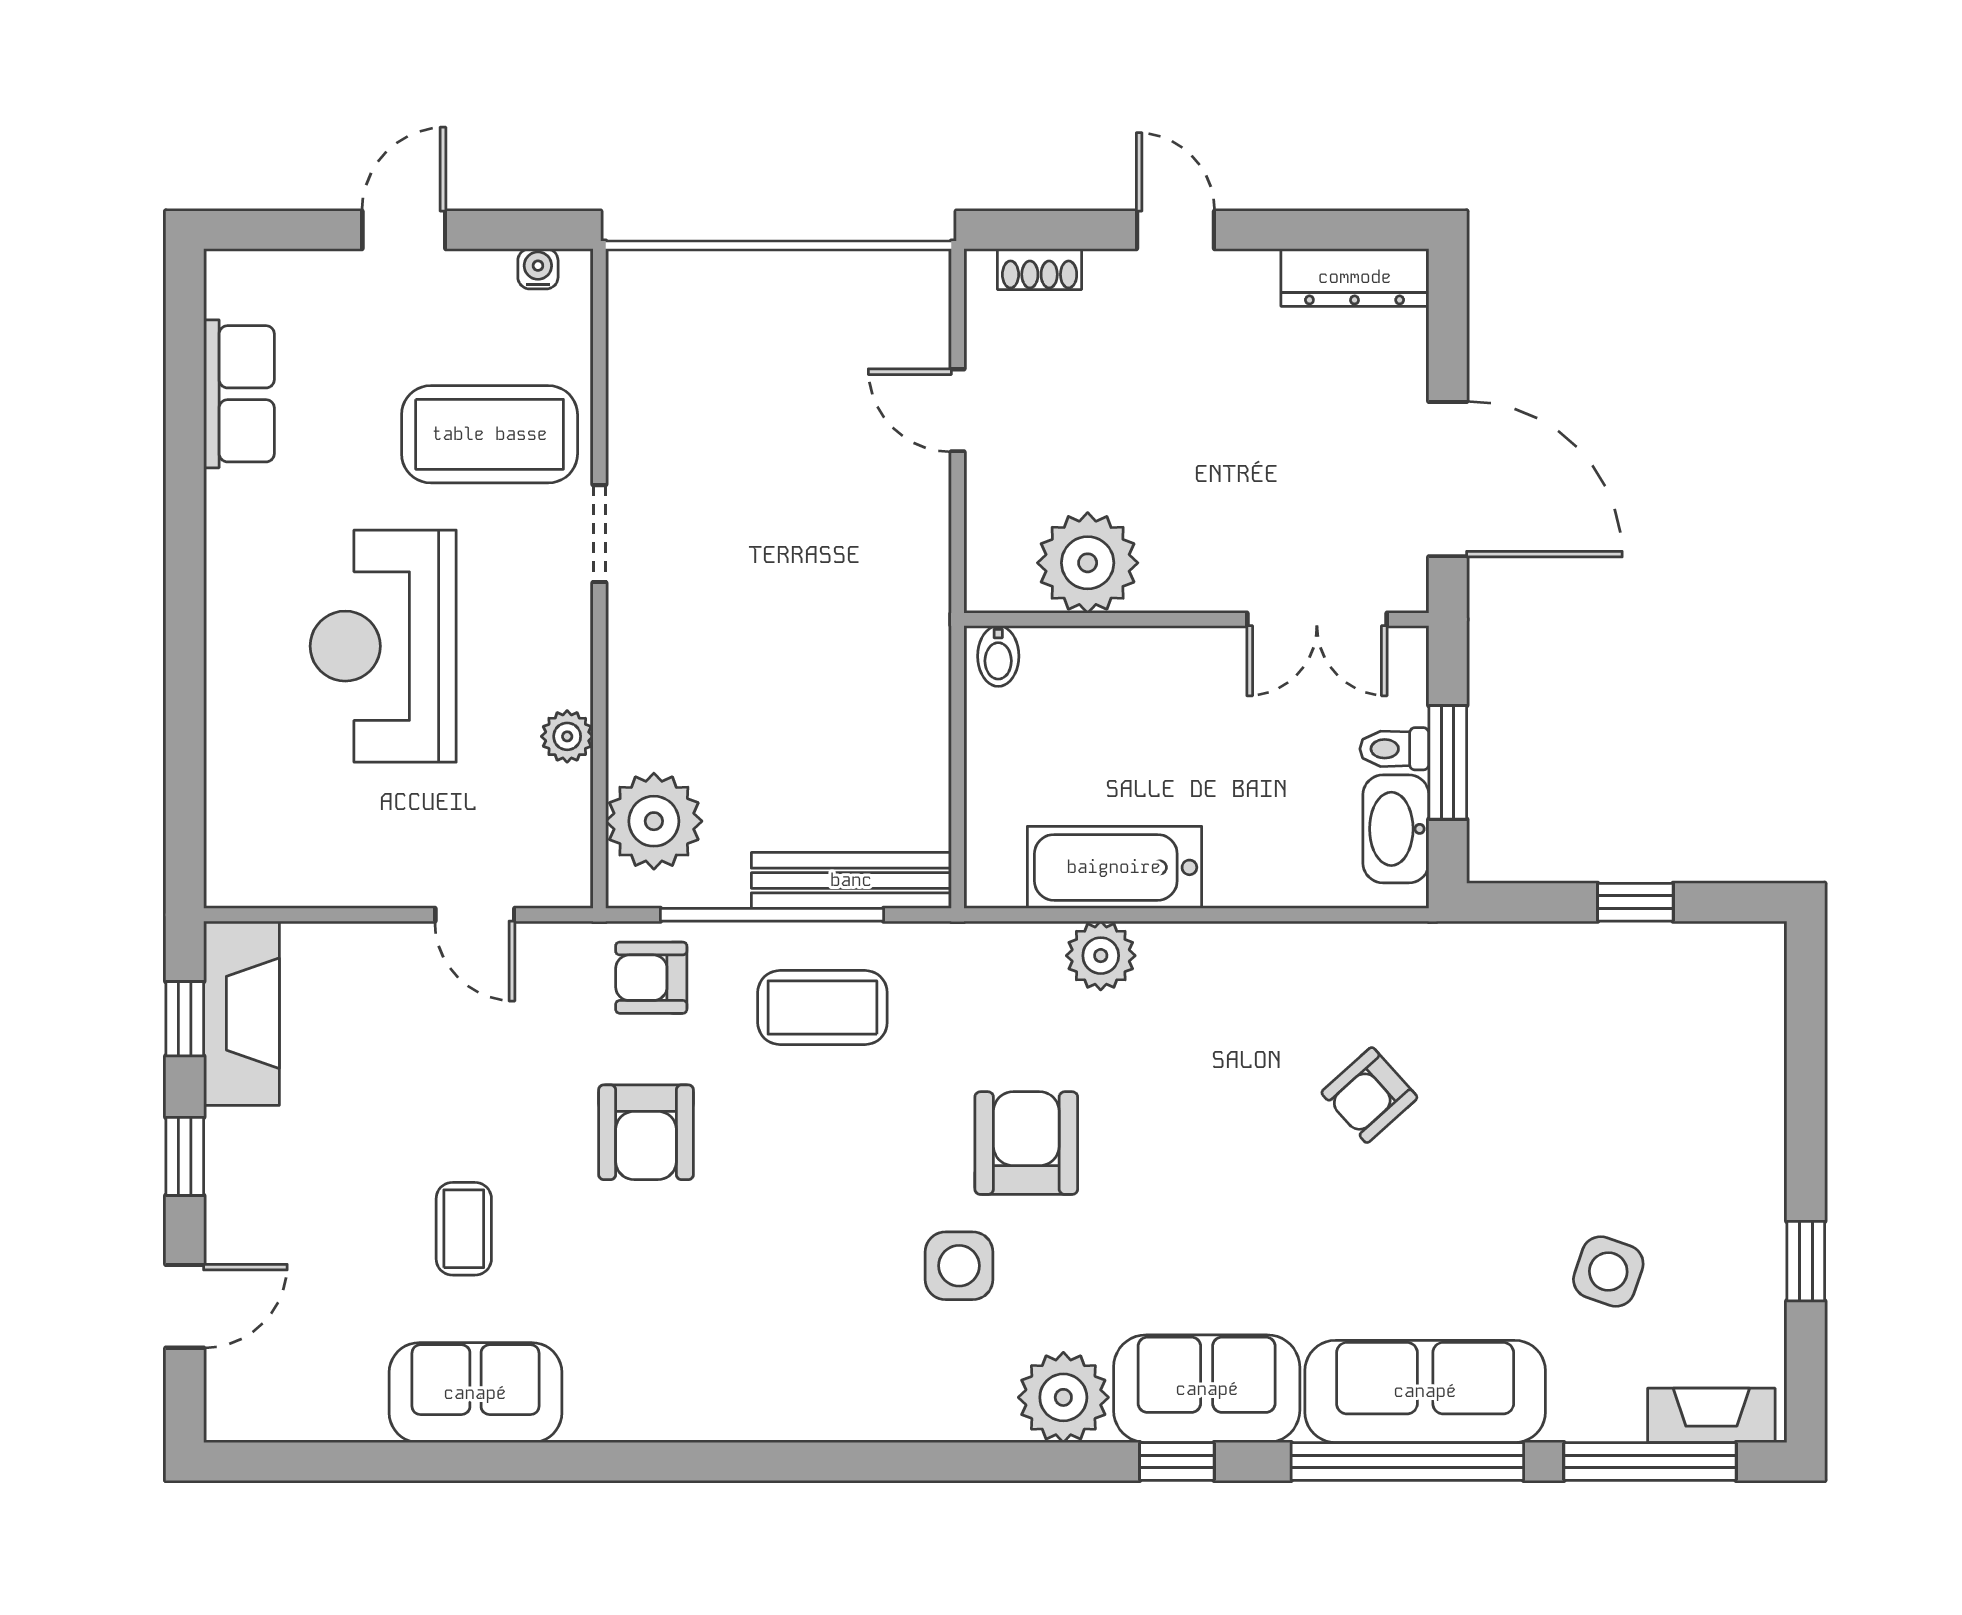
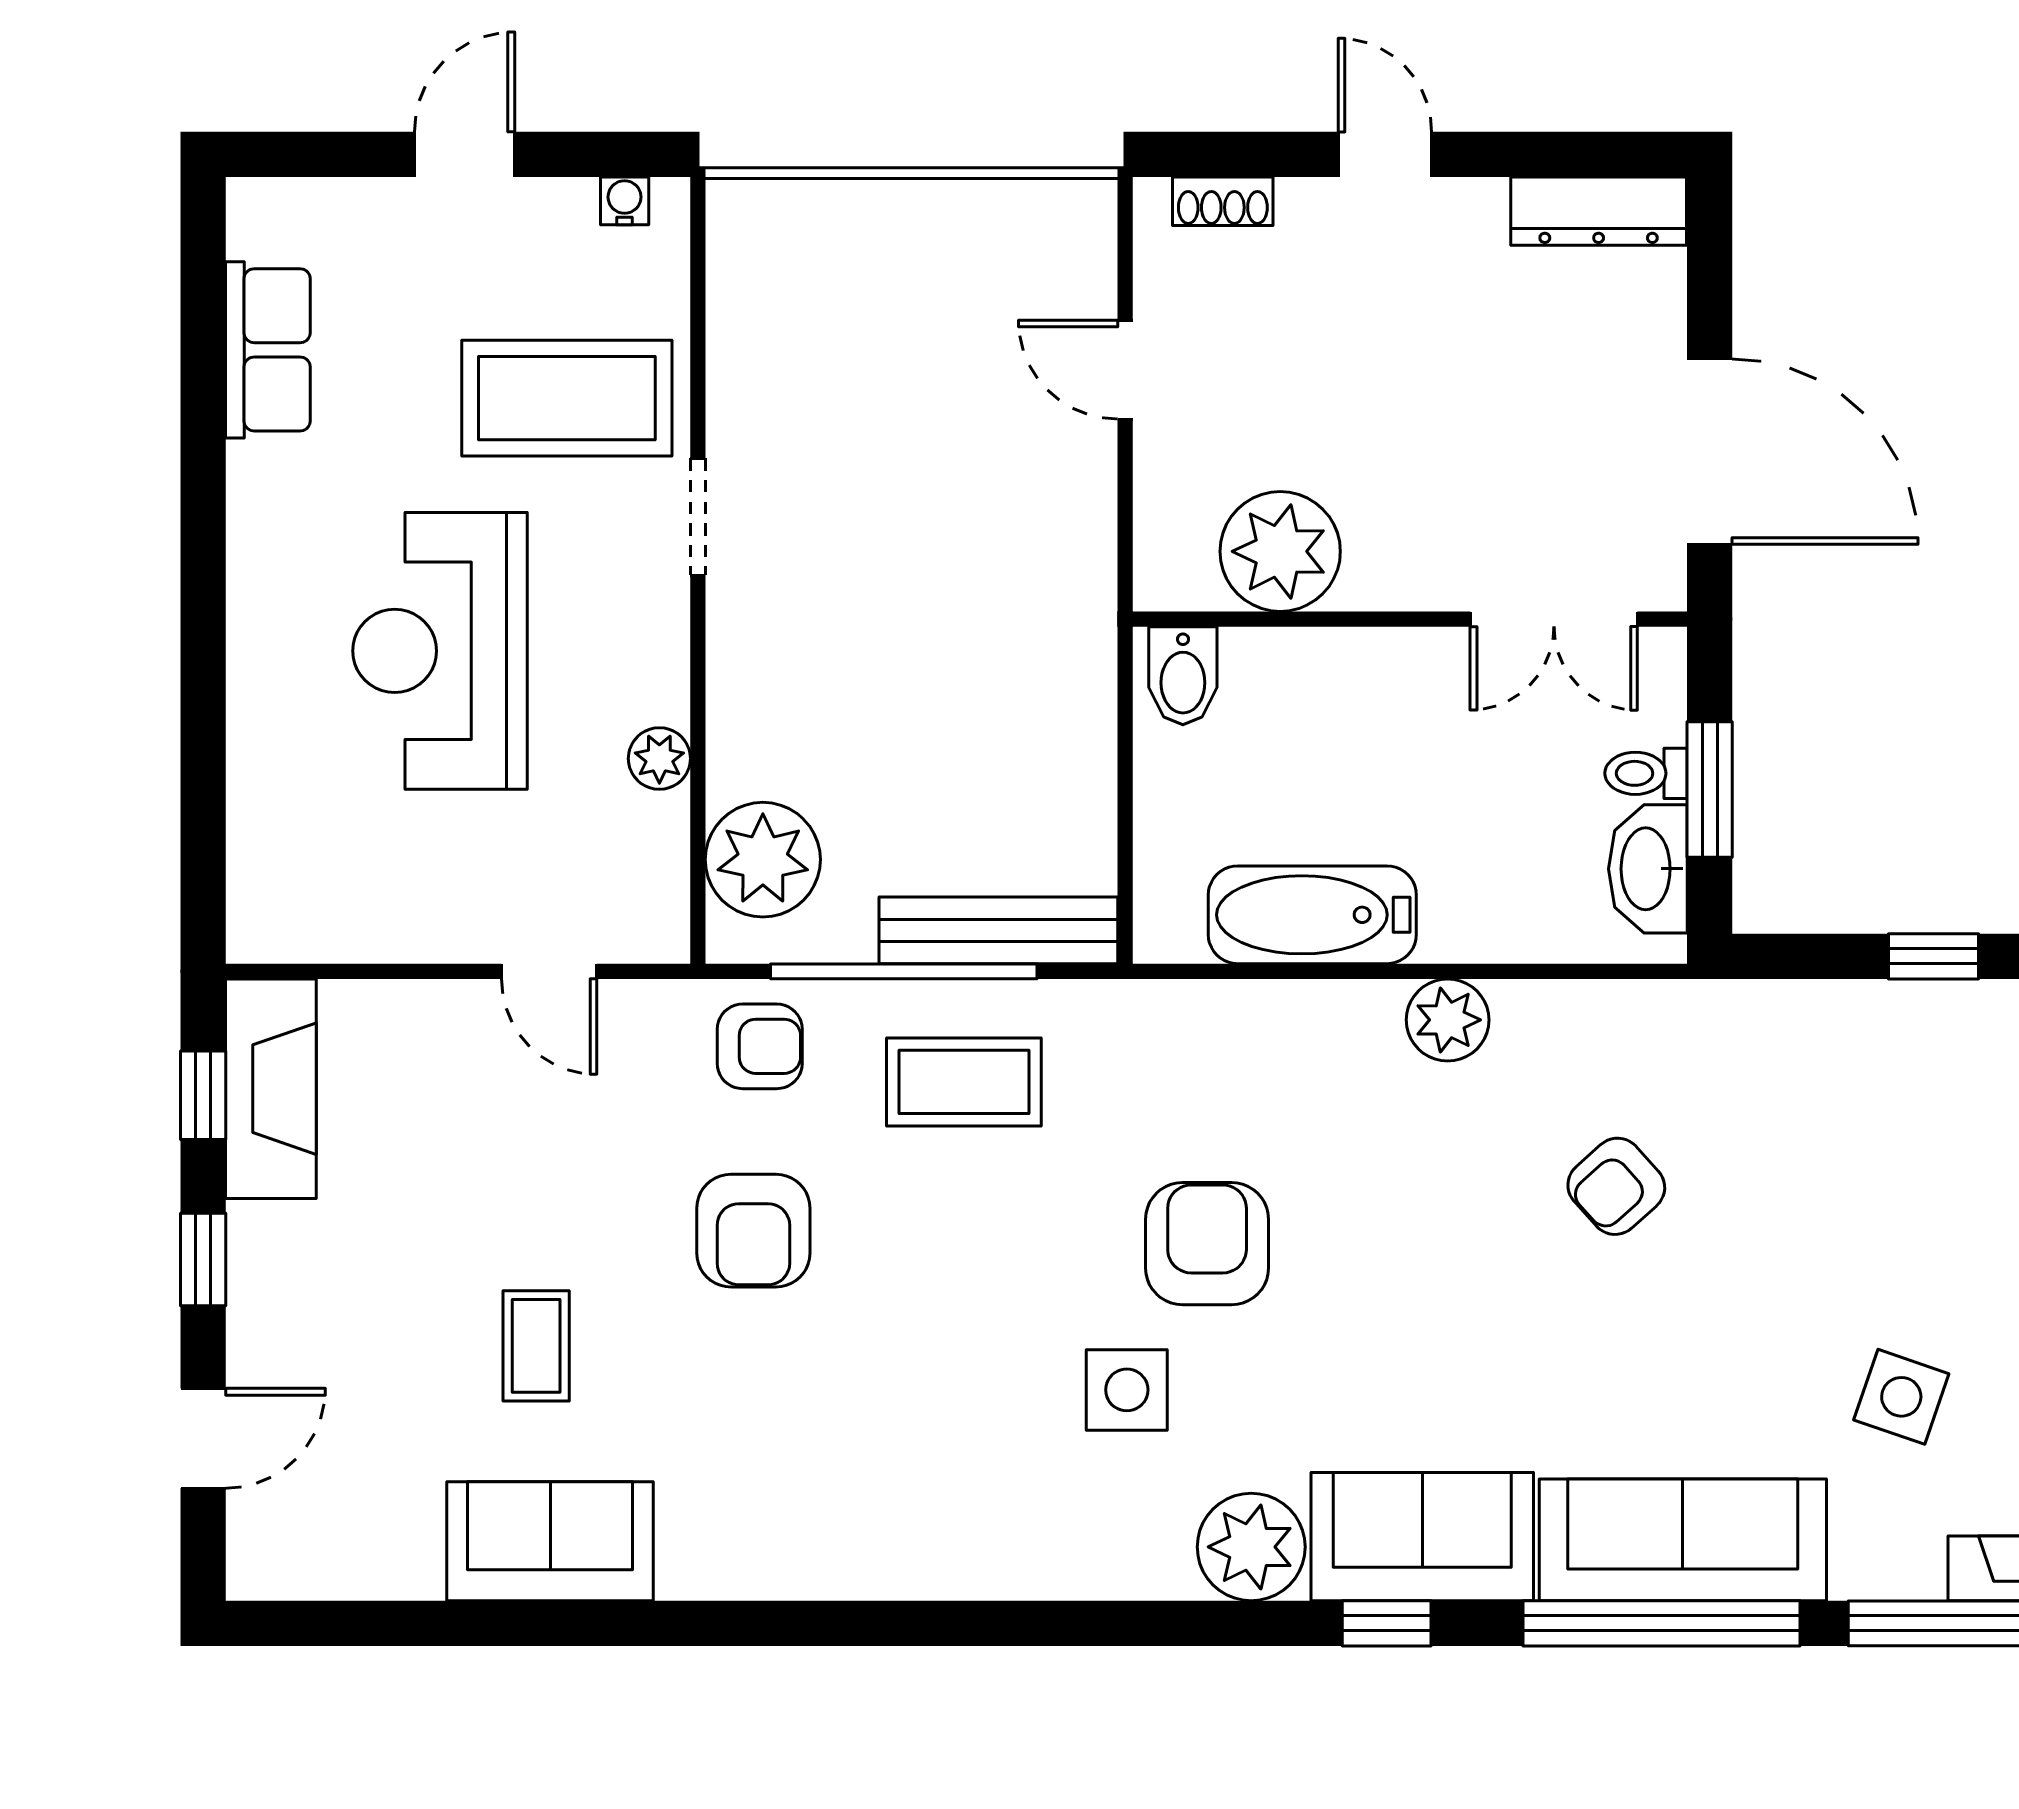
bidet: (998, 656) -> (1183, 676), width x1.38, depth x1.36
plant: (1101, 956) -> (1448, 1020), moved
armchair: (651, 978) -> (760, 1046), turned 180

